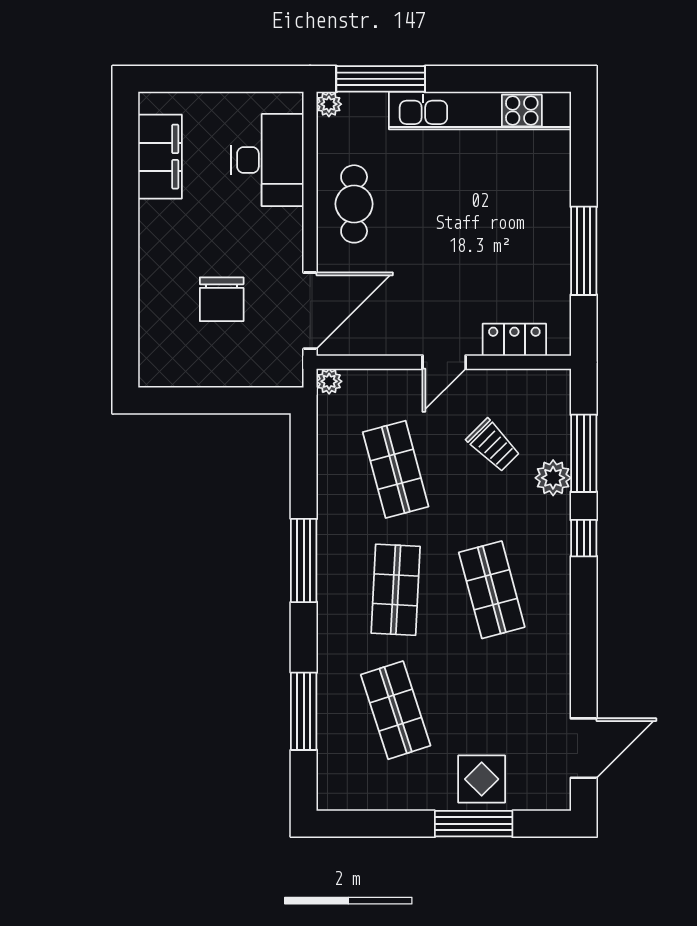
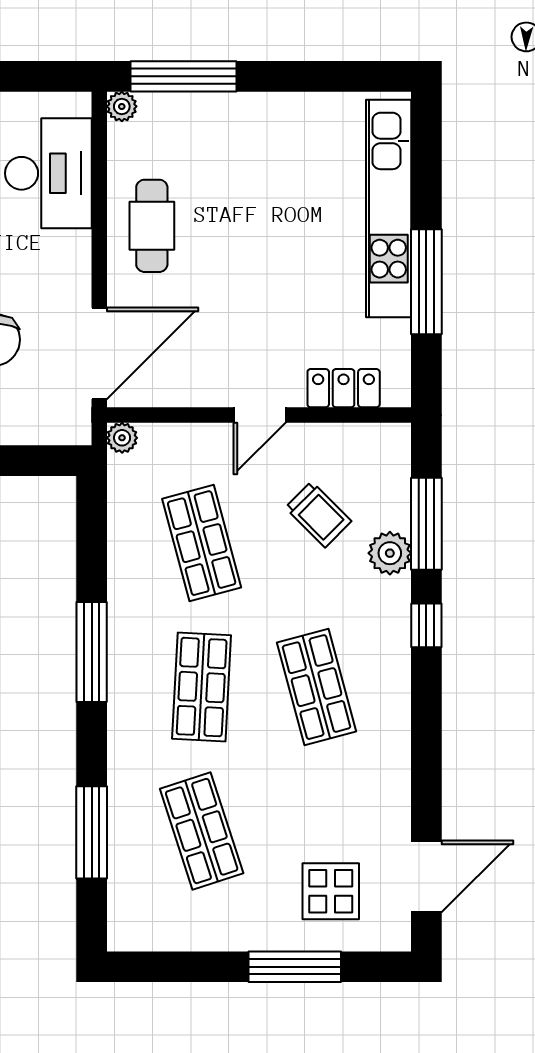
kitchen unit: (480, 111) -> (389, 209), moved, turned 90
display table: (482, 779) -> (331, 891), moved

